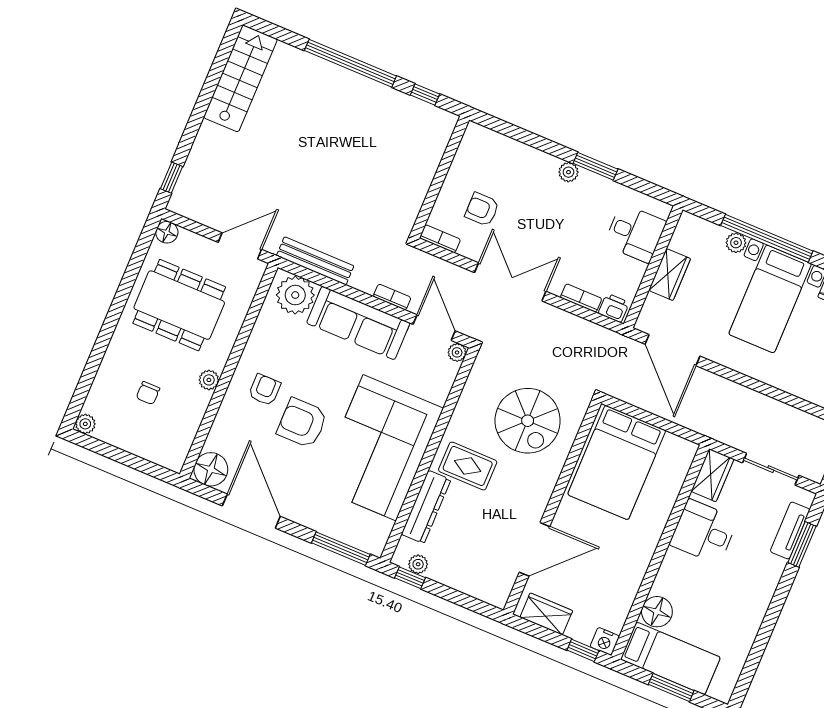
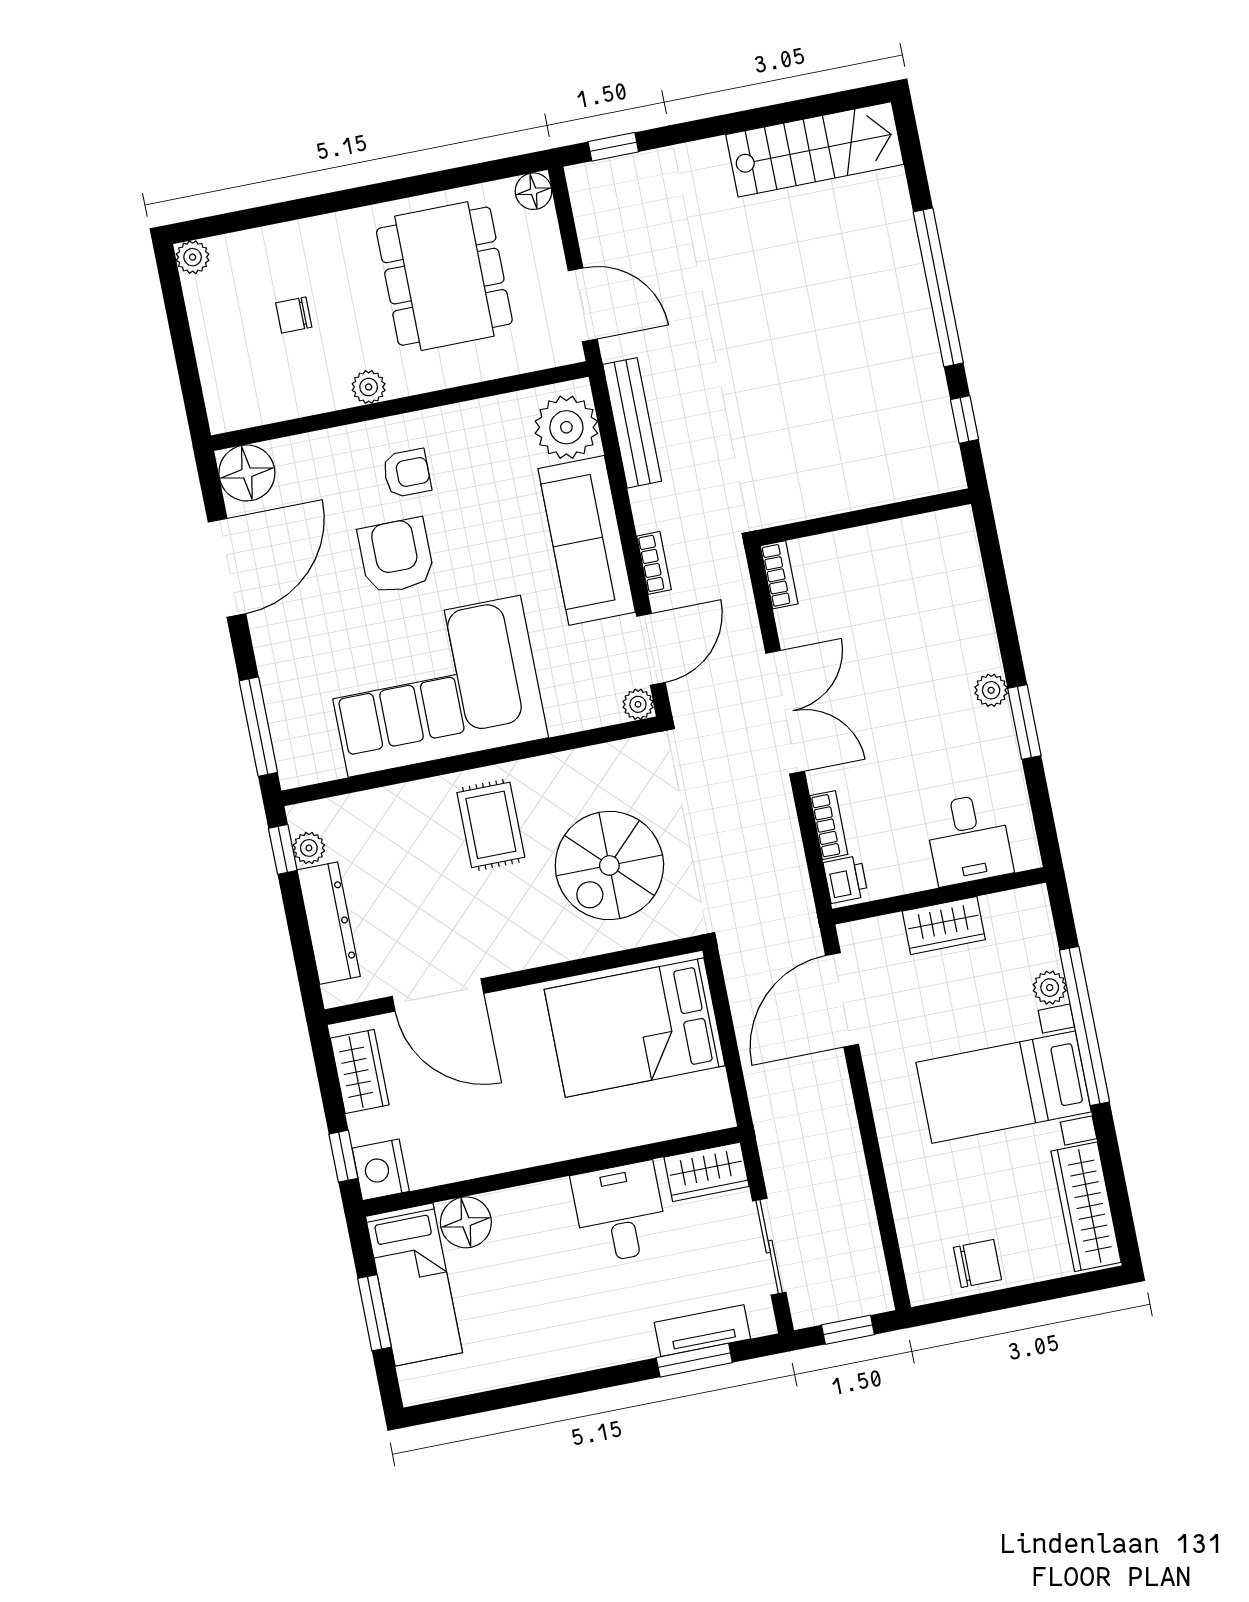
armchair: (482, 209) -> (859, 606), removed
dresser: (426, 507) -> (329, 923), moved, turned -90
nightstand: (605, 641) -> (381, 1170), width x1.36, depth x1.33

